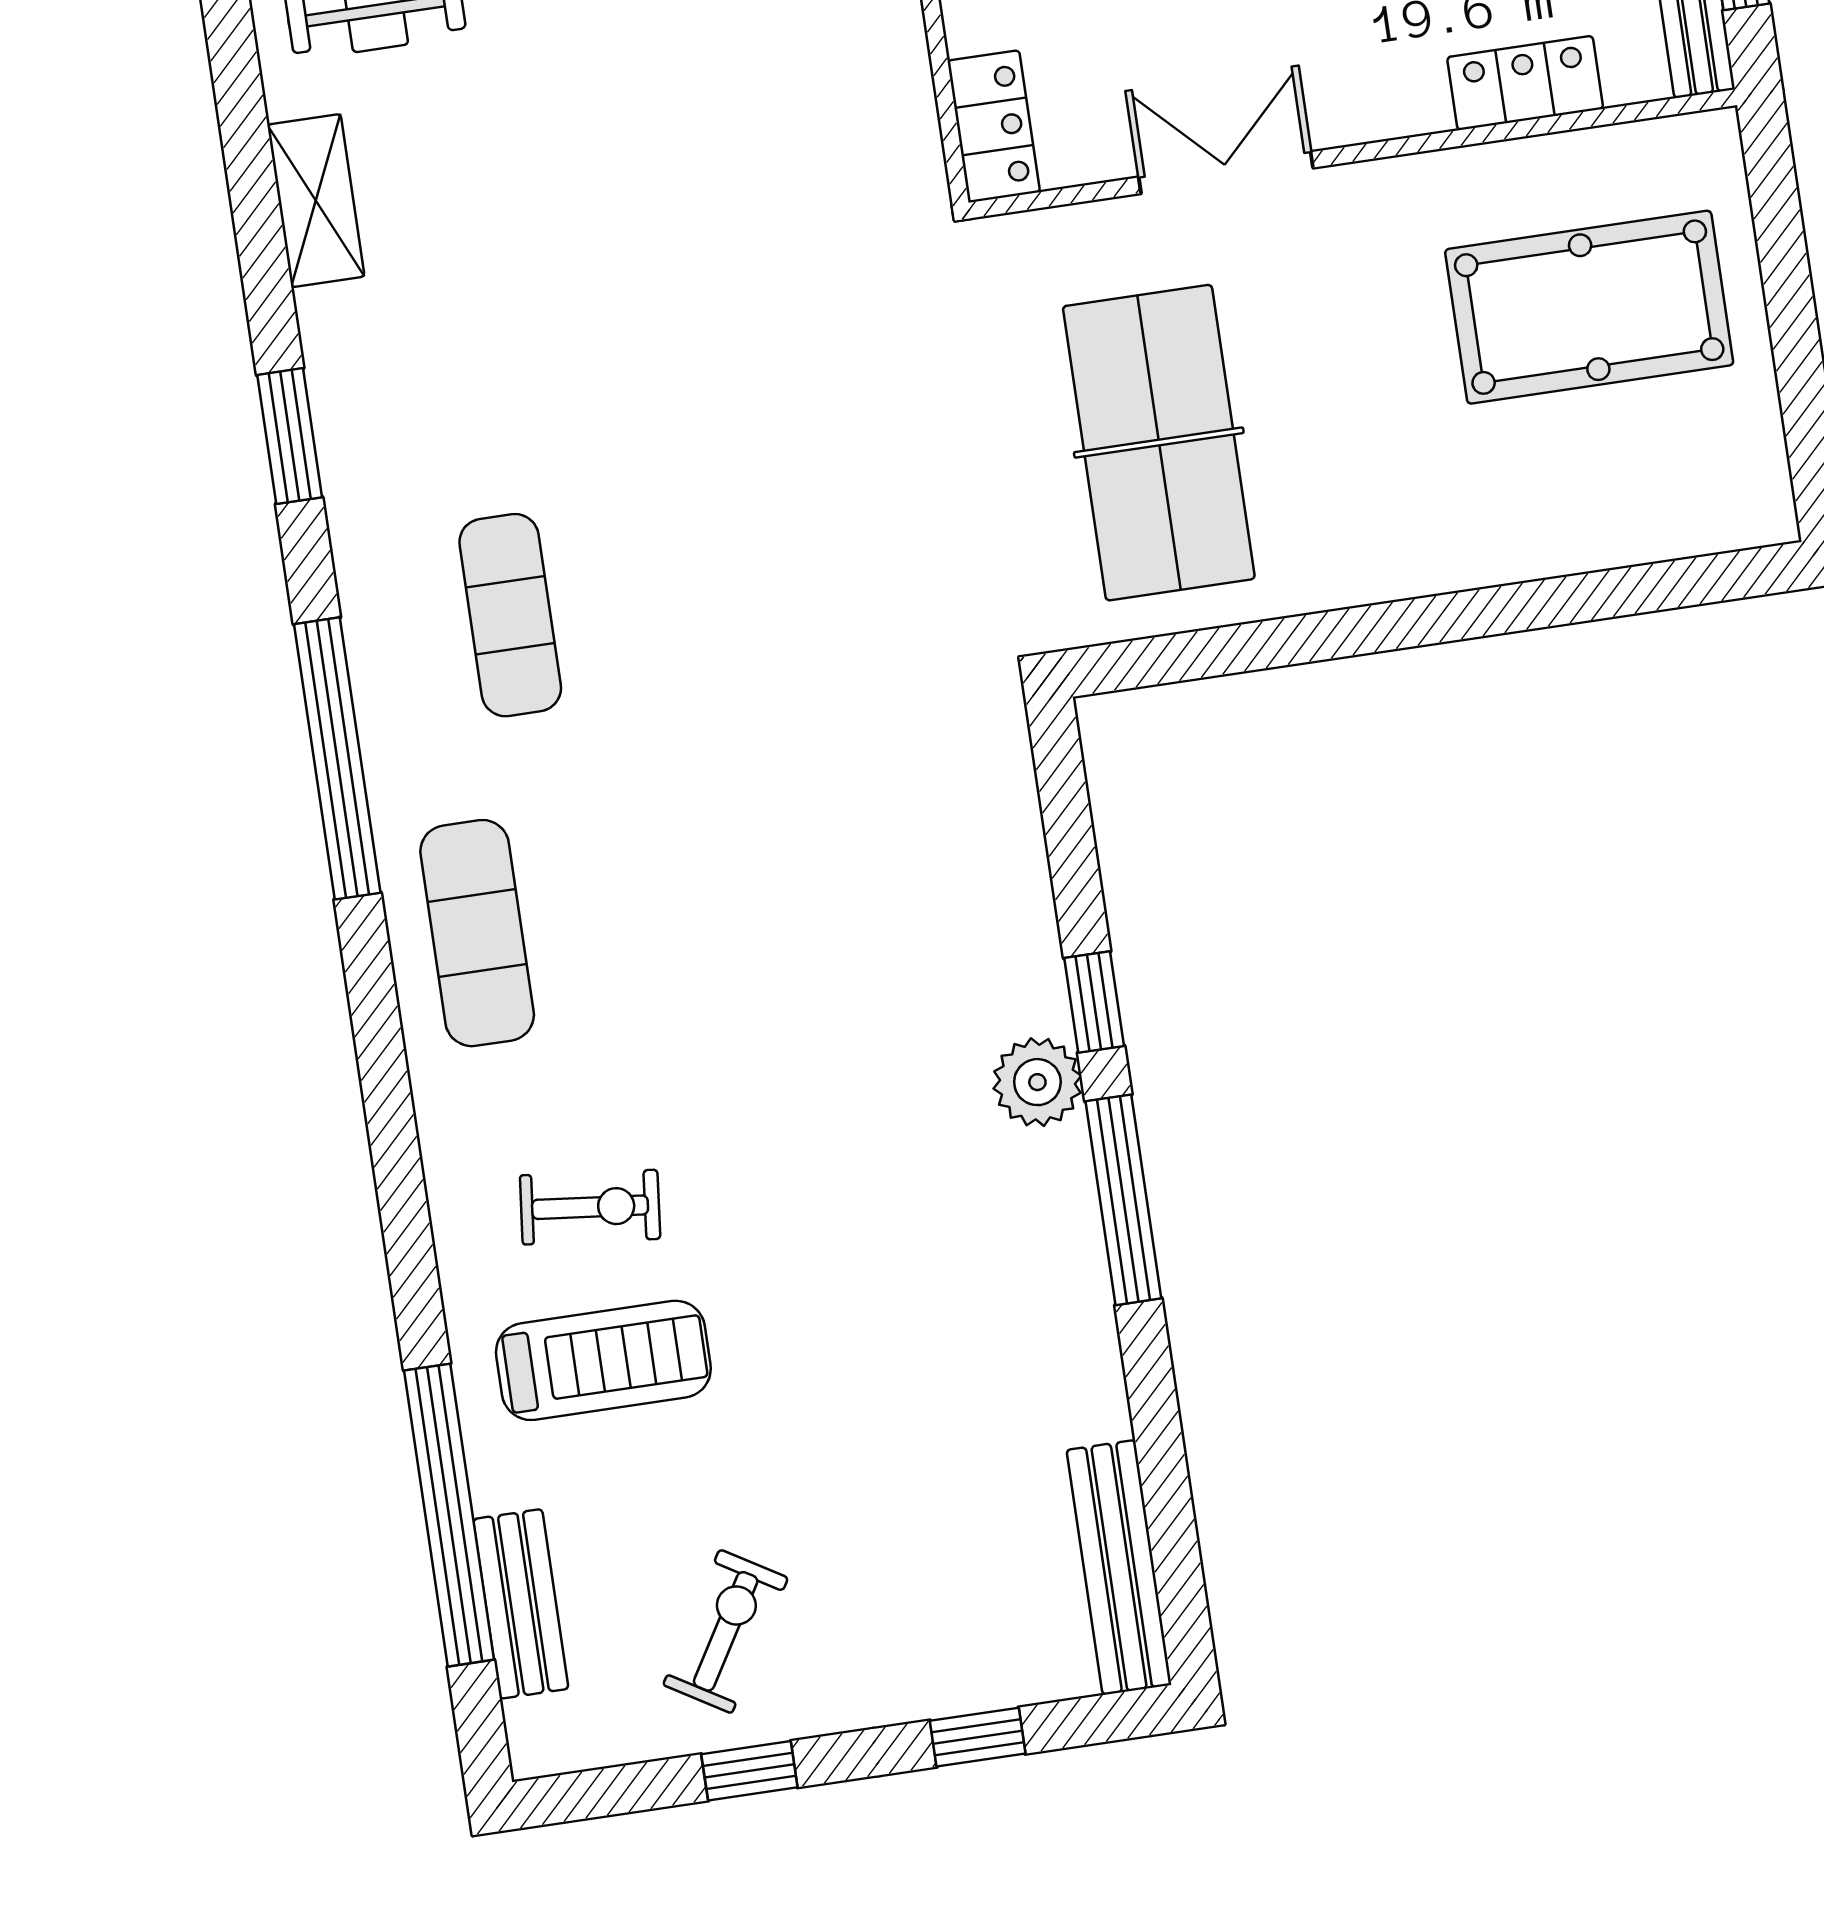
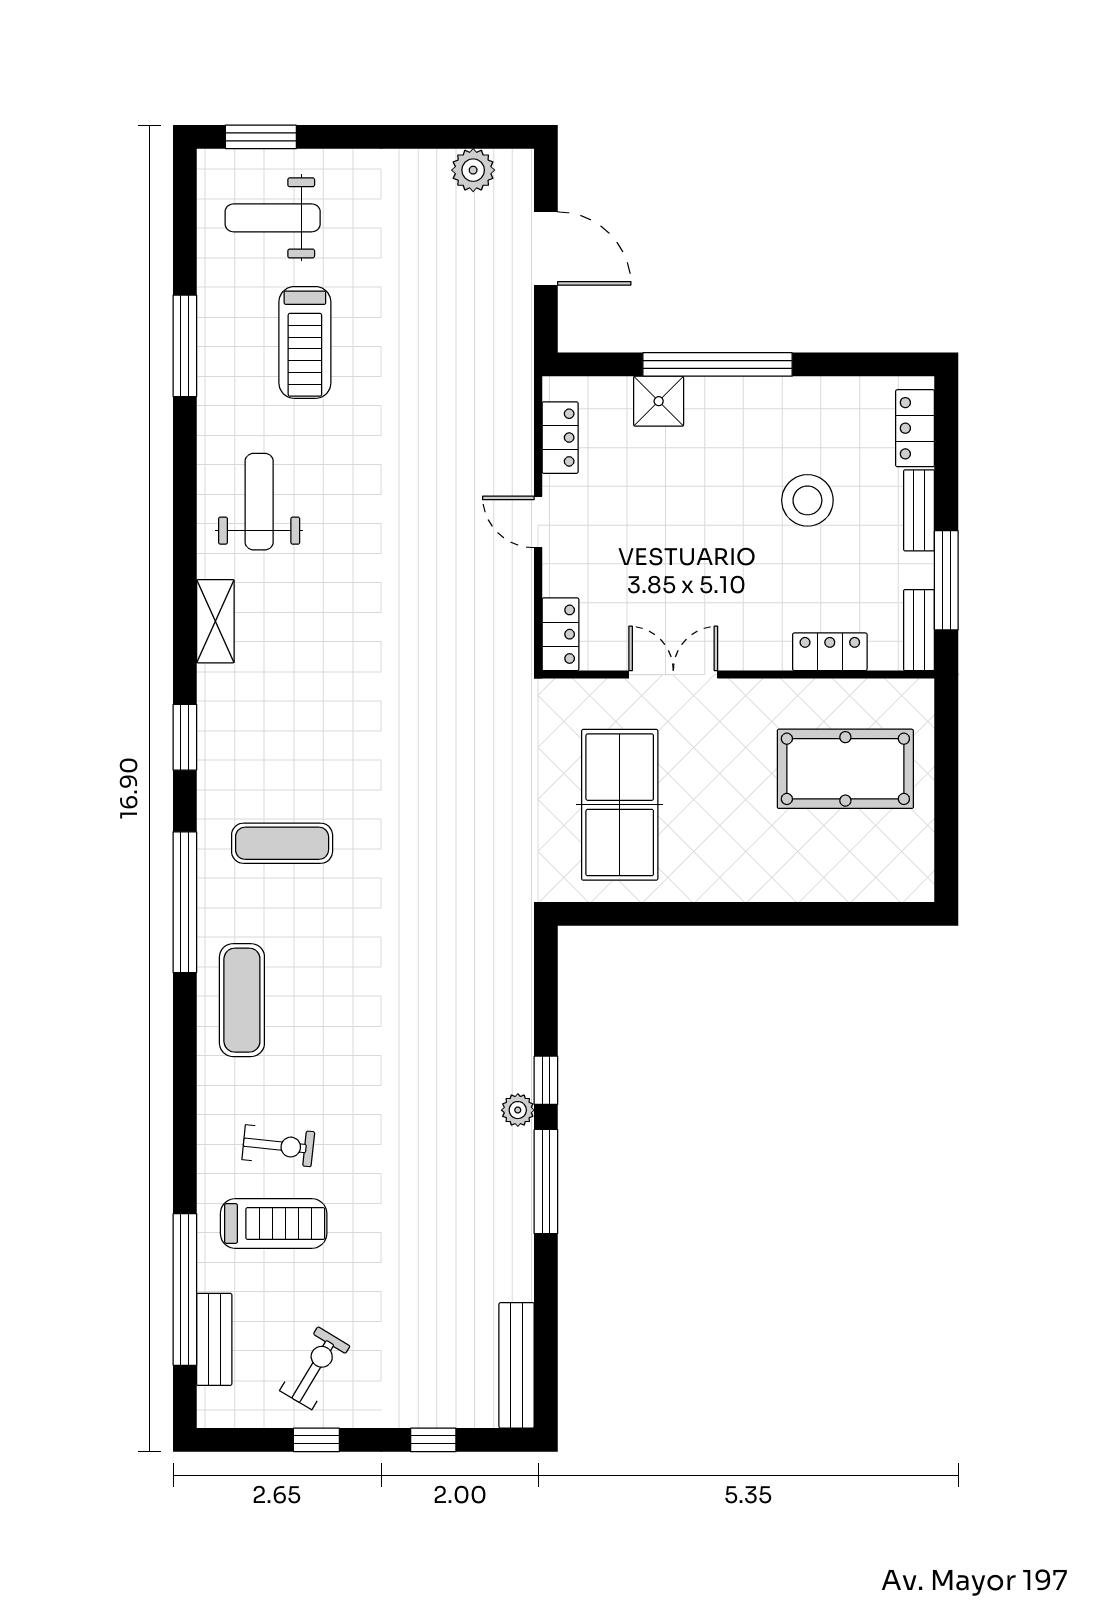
exercise mat: (510, 615) -> (282, 843), turned 90
plant: (1037, 1082) -> (518, 1110), width x0.73, depth x0.73

